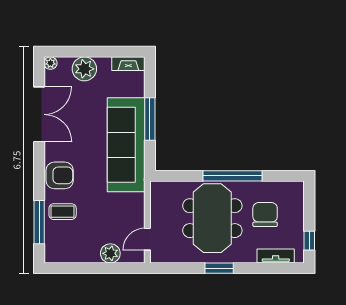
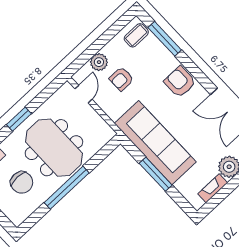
fireplace: (128, 64) -> (213, 188), moved
armchair: (60, 175) -> (180, 82), turned 90
coffee table: (63, 212) -> (136, 35), moved
armchair: (105, 223) -> (121, 79), added

